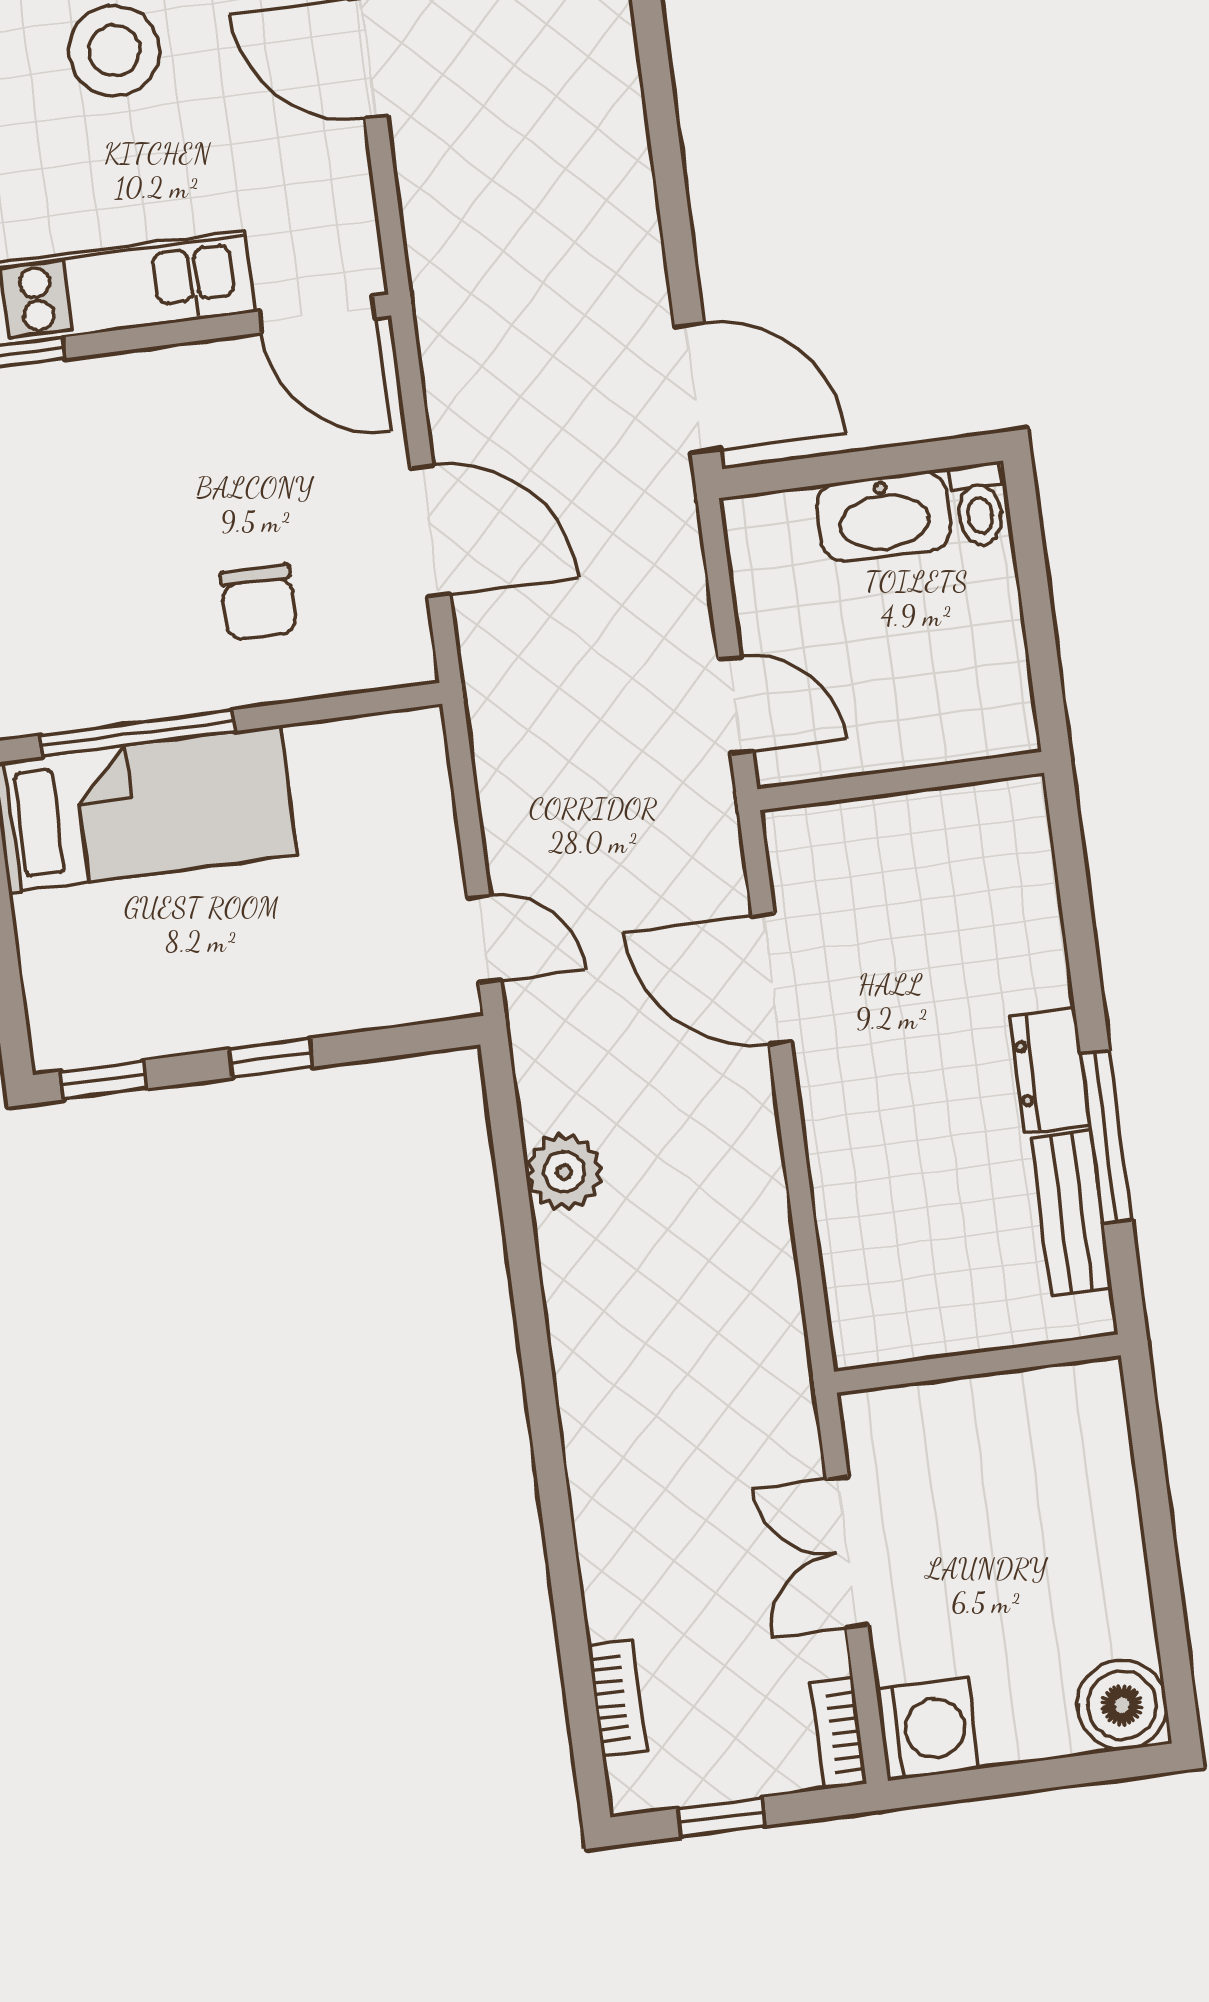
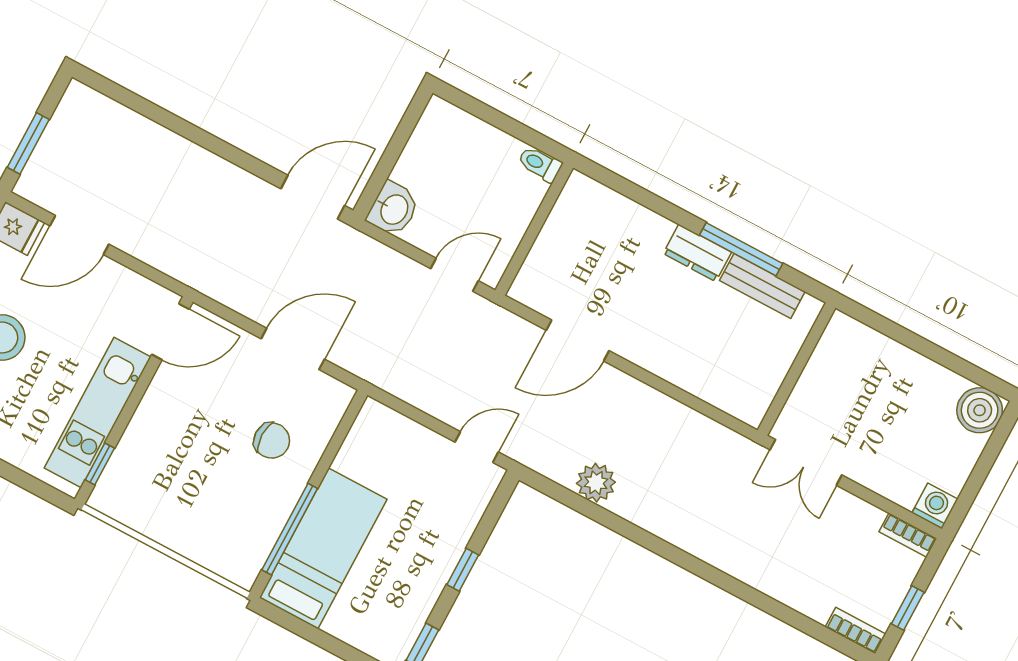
toilet: (979, 505) -> (540, 164), moved, turned 180
washbasin: (884, 517) -> (393, 209), moved, width x0.72
double door: (847, 1552) -> (806, 462), moved
bookcase: (617, 1698) -> (856, 631), moved
washing machine: (928, 1729) -> (935, 506), width x0.73, depth x0.73

